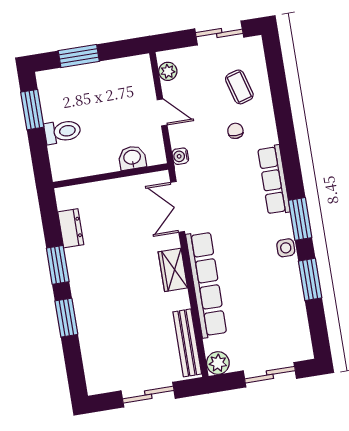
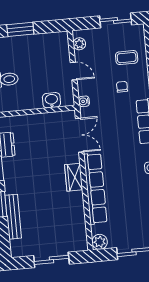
coffee table: (239, 87) -> (127, 58), turned -74
double door: (178, 207) -> (80, 135), swing flipped
bench: (187, 343) -> (13, 217), moved

